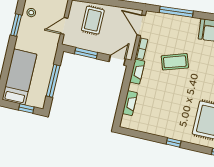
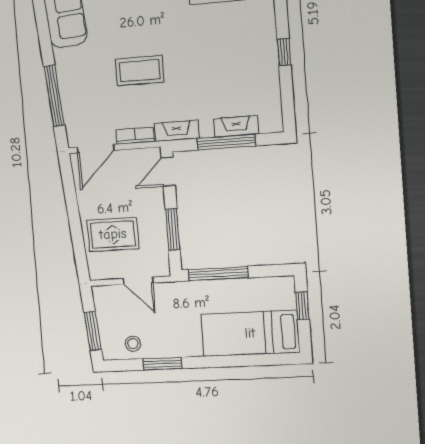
door: (117, 60) -> (168, 172), hinge flipped
coffee table: (175, 62) -> (140, 71), turned -72
window: (53, 81) -> (218, 274), moved
window: (123, 96) -> (226, 142), added
window: (174, 143) -> (284, 52), moved

